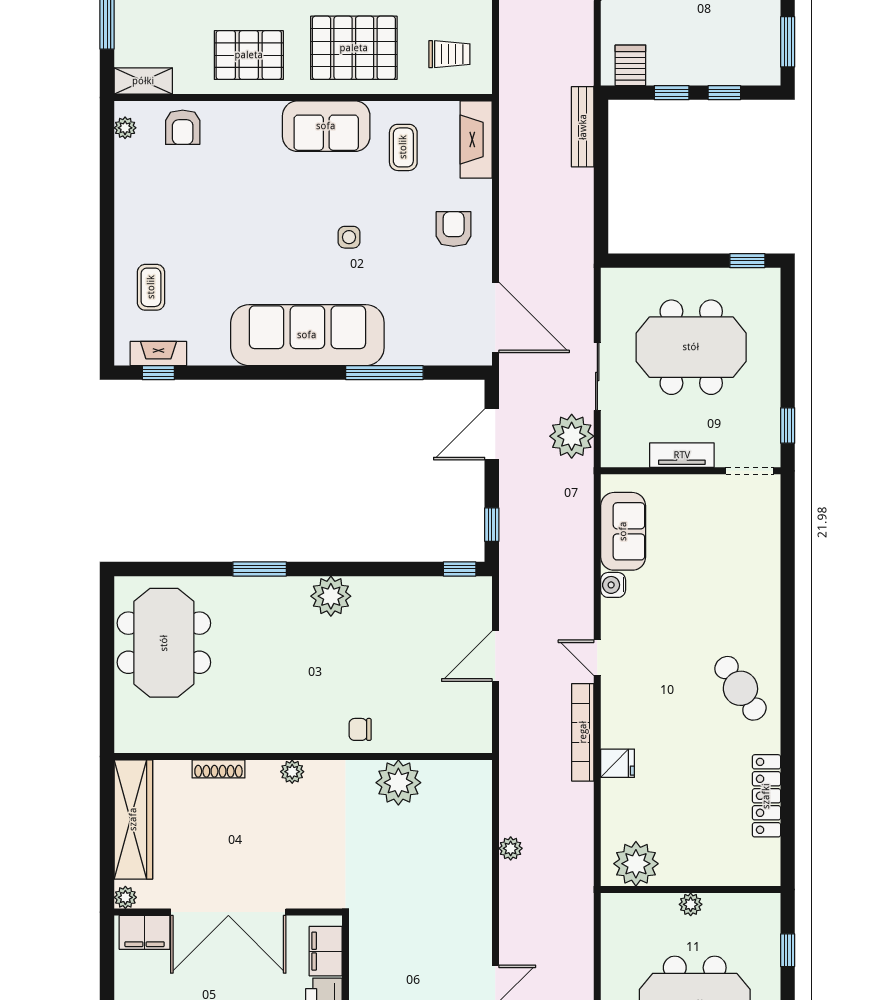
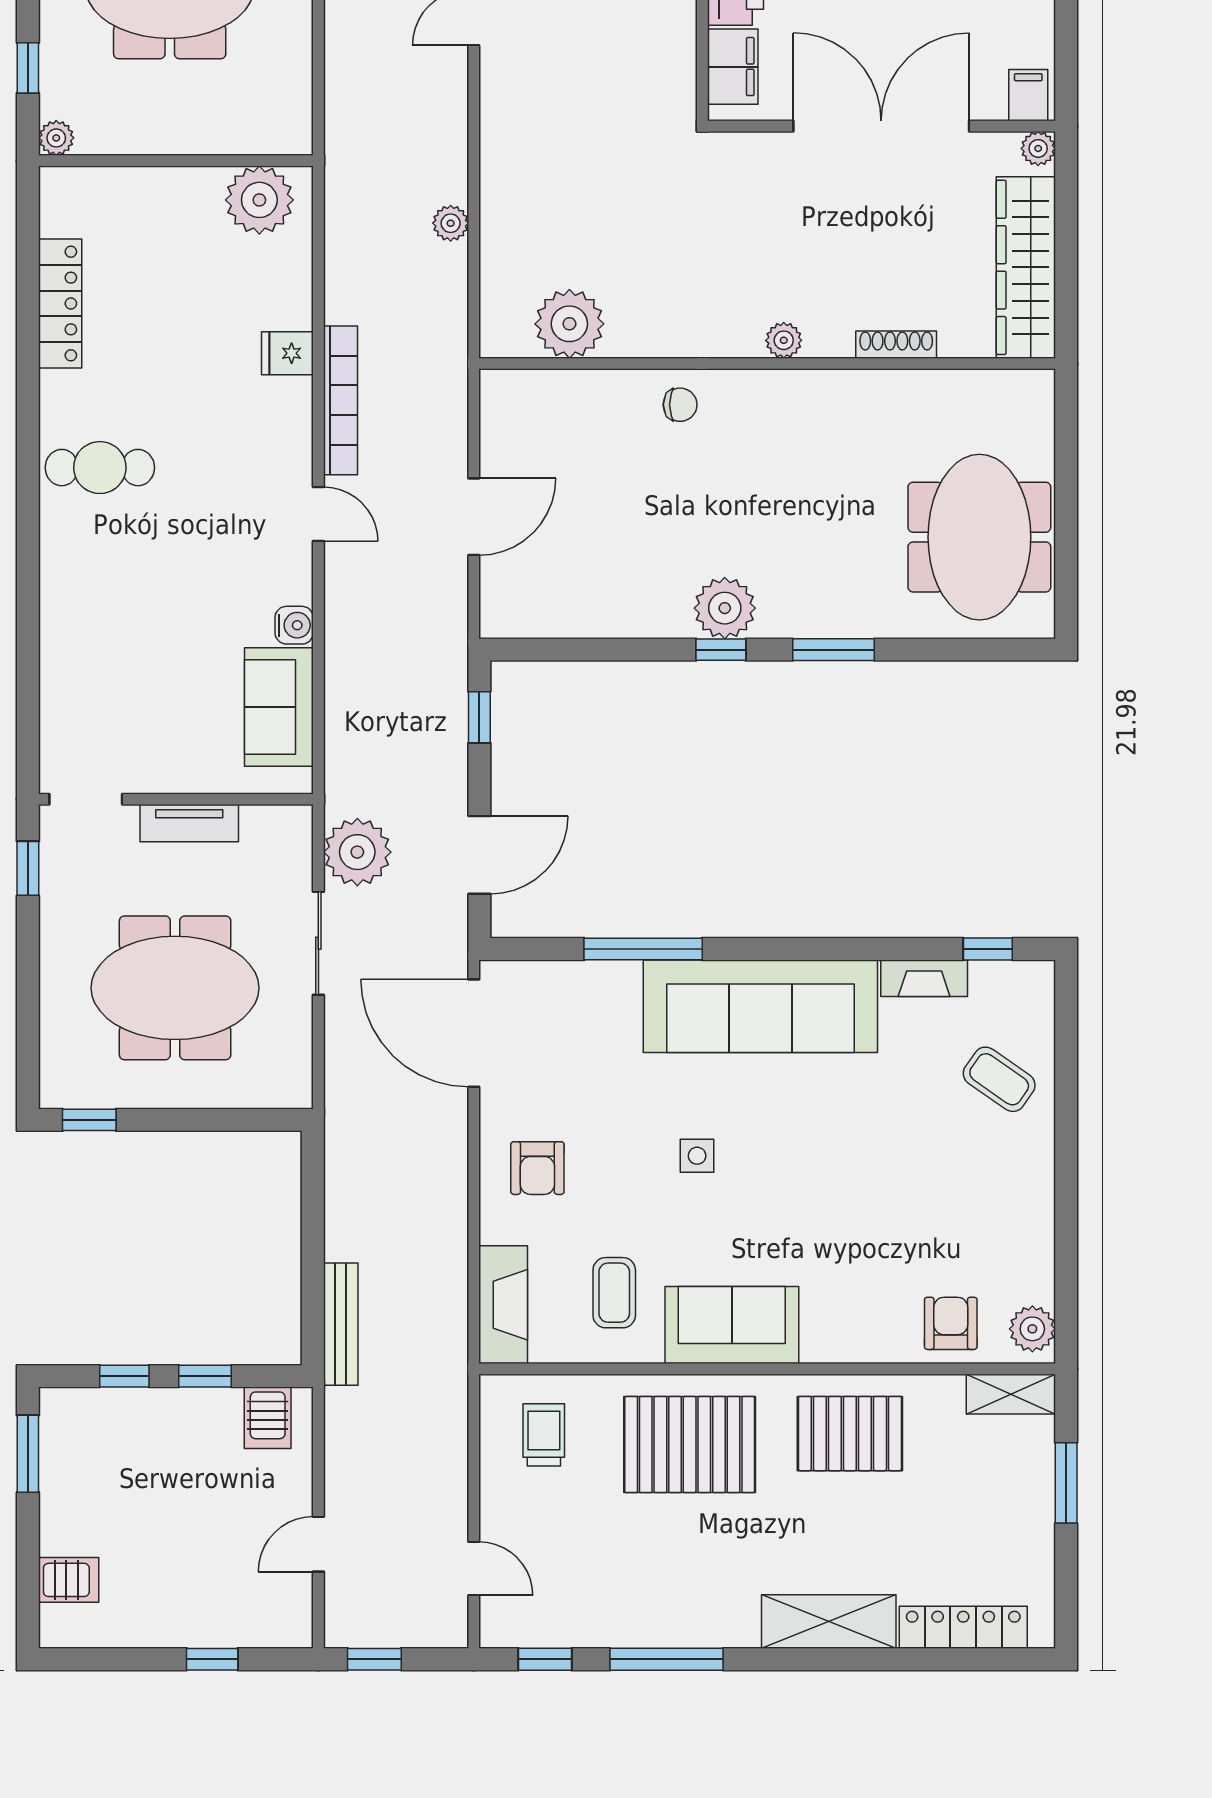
trolley: (449, 54) -> (544, 1435), turned 90
plant: (125, 128) -> (1032, 1329), width x1.38, depth x1.38
coffee table: (151, 287) -> (999, 1079), turned -55
fireplace: (158, 354) -> (924, 978), moved
window: (460, 569) -> (721, 650), moved
cafe table: (740, 688) -> (100, 468), turned -56
plant: (398, 783) -> (569, 324), moved
plant: (691, 904) -> (56, 138), moved
filing cabinet: (145, 932) -> (1028, 95), width x0.50

